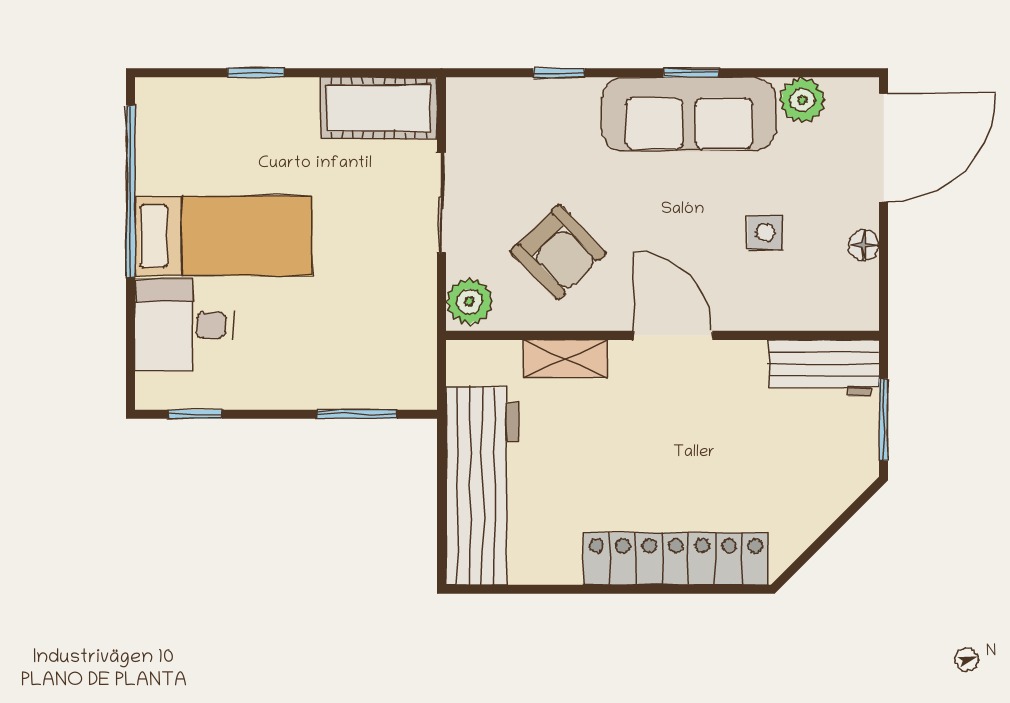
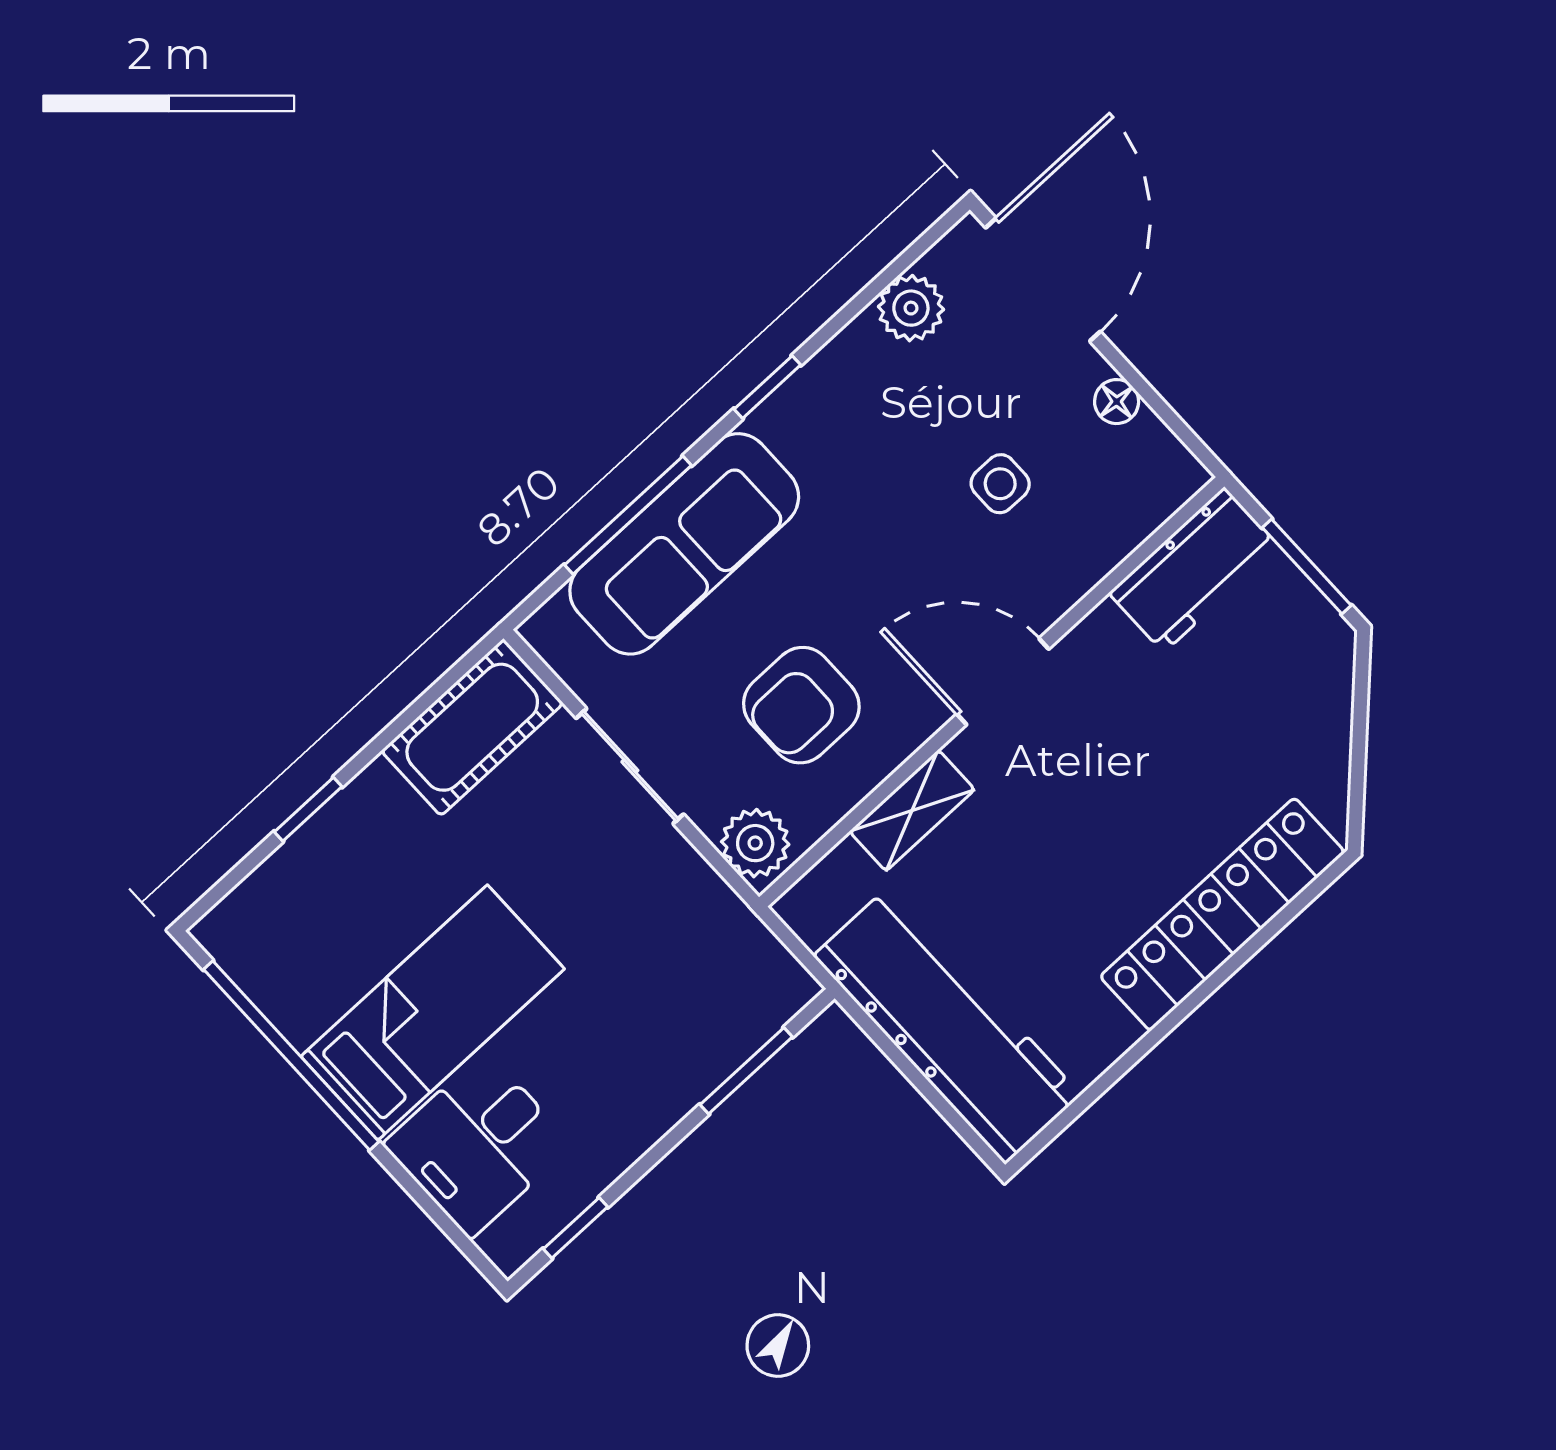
window: (559, 73) -> (628, 515), width x2.17
sofa: (689, 114) -> (684, 544), moved
armchair: (558, 252) -> (801, 705), turned 134

